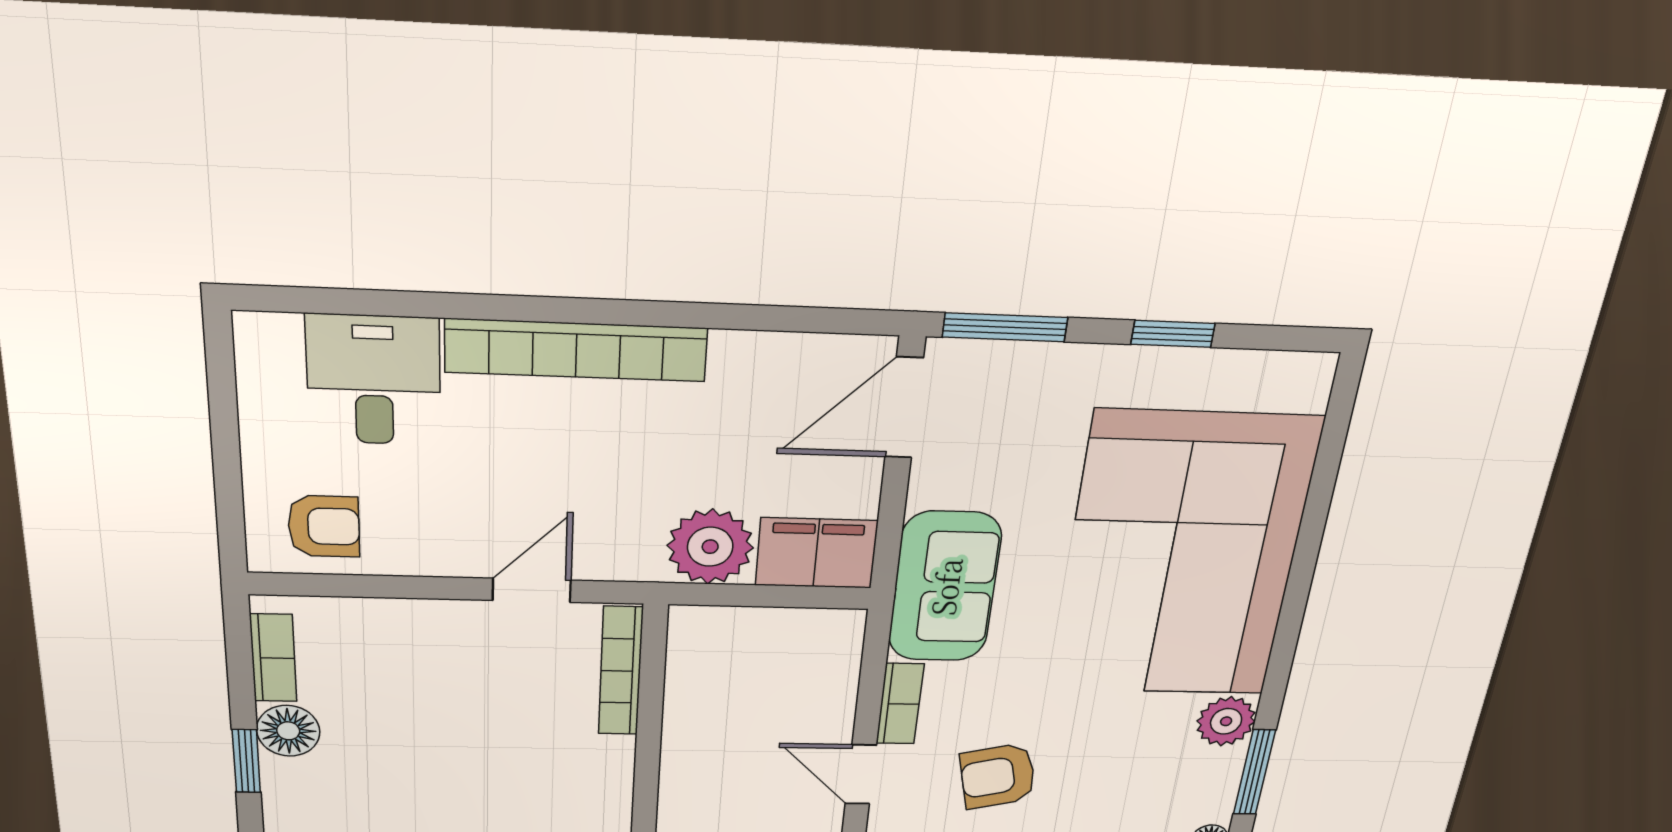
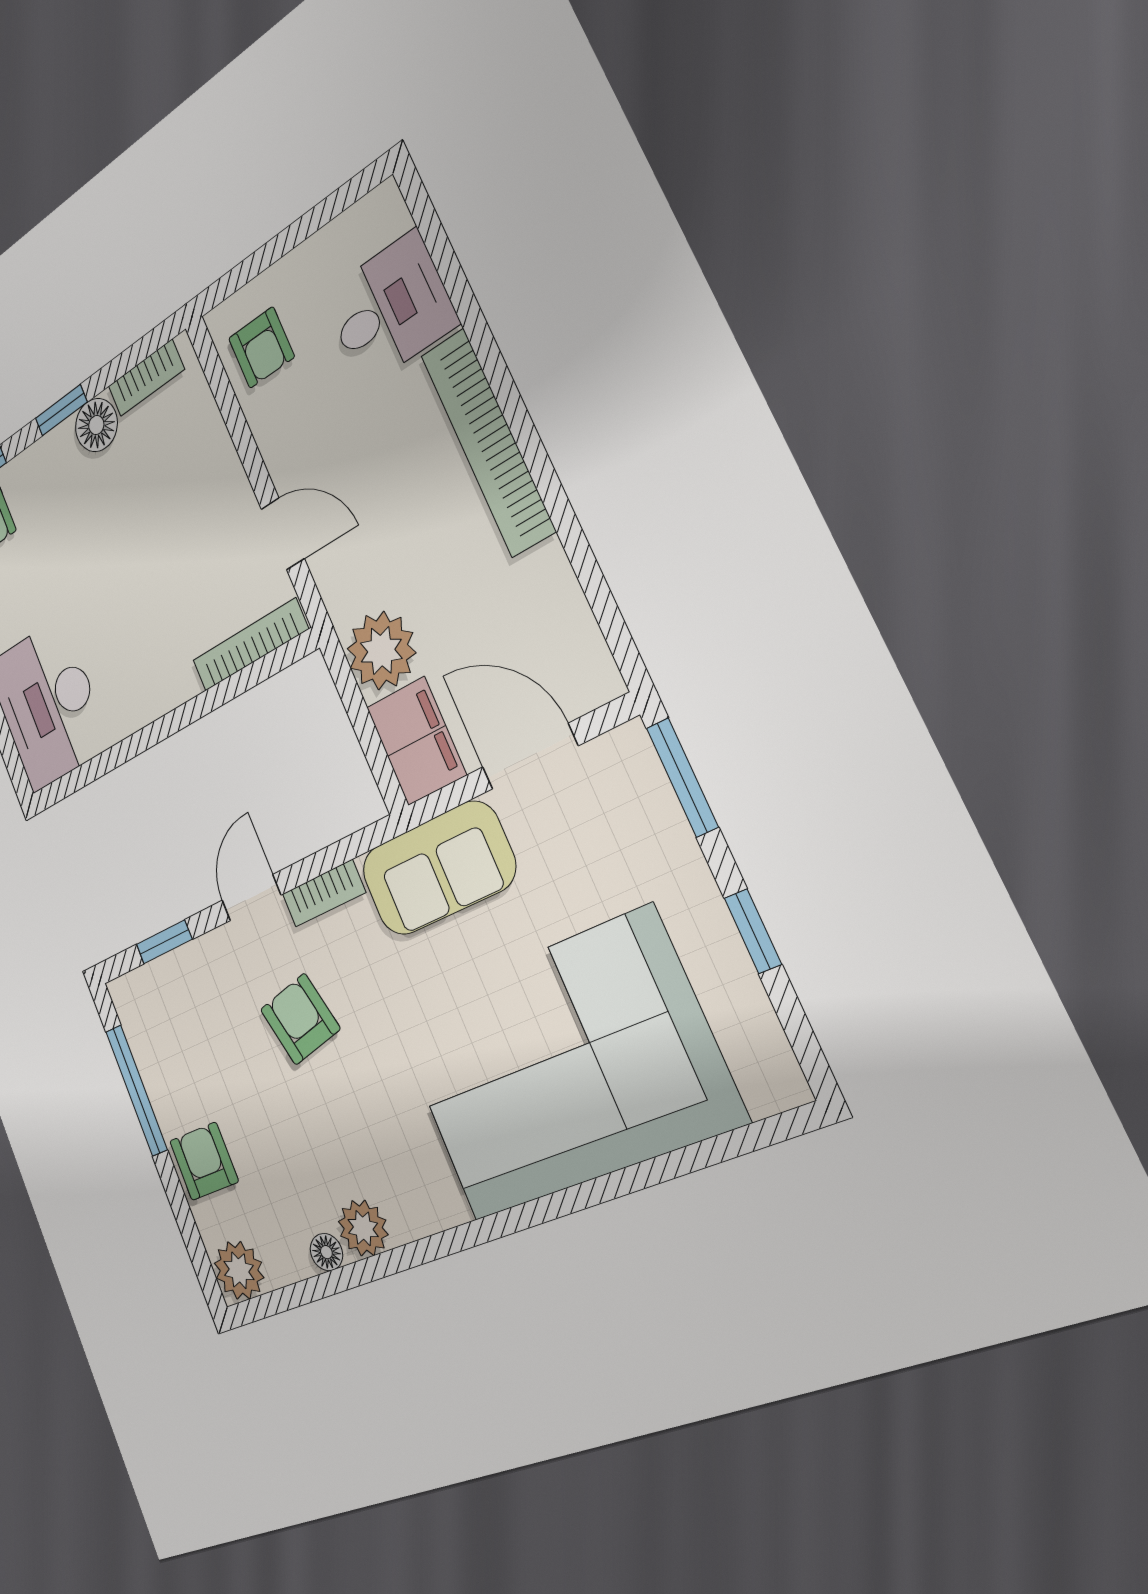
door: (904, 408) -> (530, 757), moved
plant: (1226, 721) -> (363, 1228), moved
window: (1254, 772) -> (404, 1258), removed

